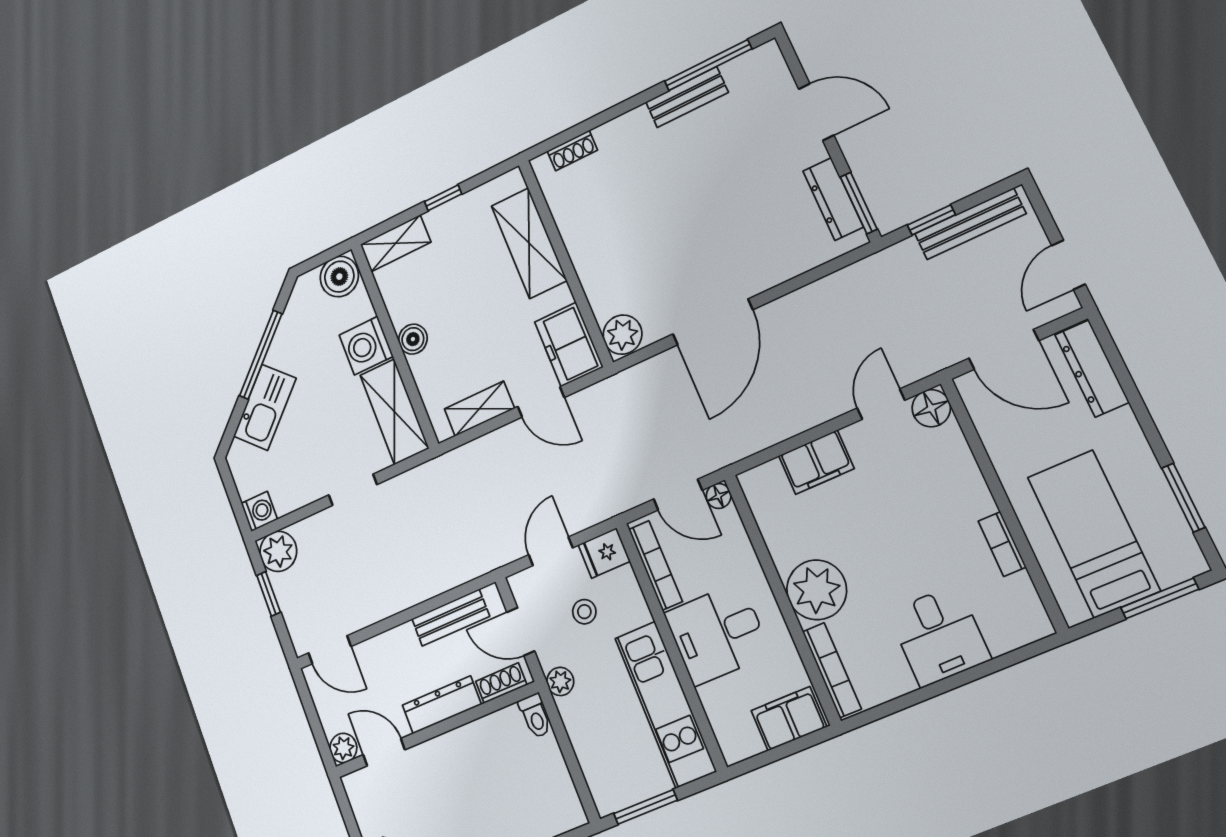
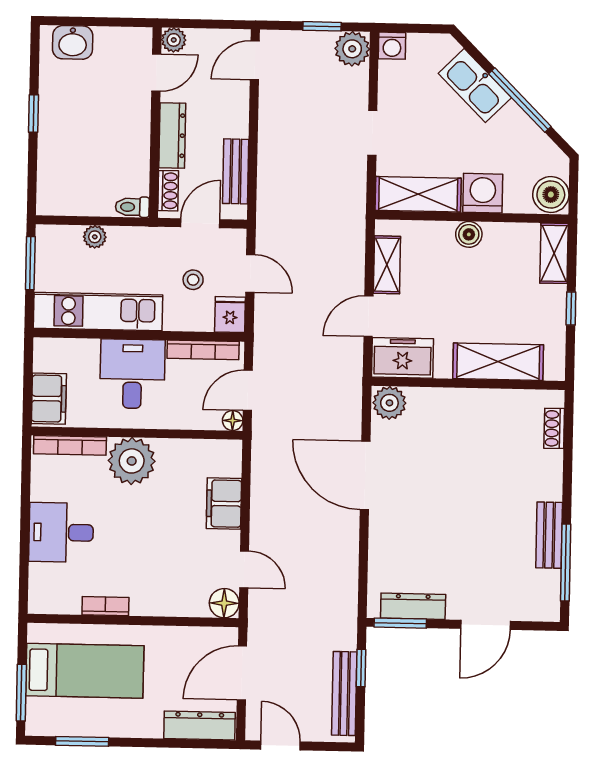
plant: (560, 681) -> (95, 237), moved

